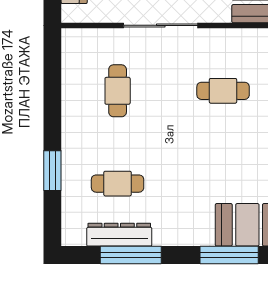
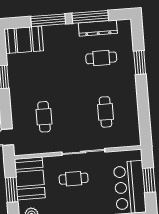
cafe table: (223, 91) -> (44, 117), turned 90
window: (229, 255) -> (48, 20), moved

